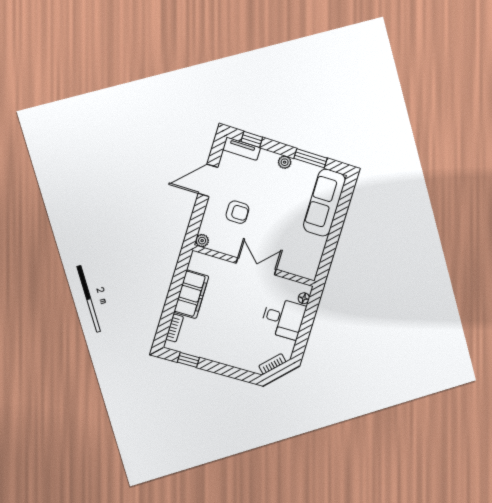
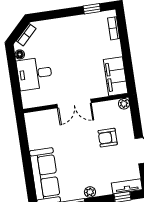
filing cabinet: (191, 294) -> (116, 76), moved
floor lamp: (304, 298) -> (20, 54), moved

